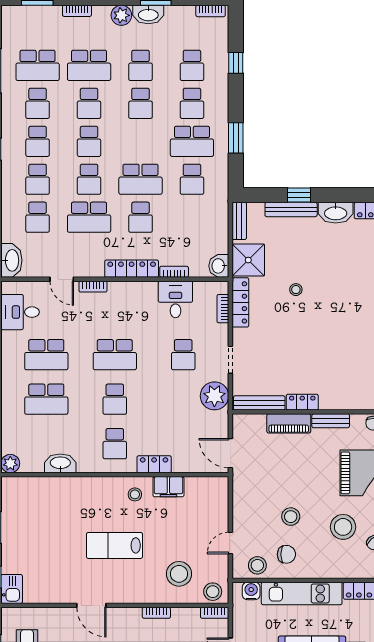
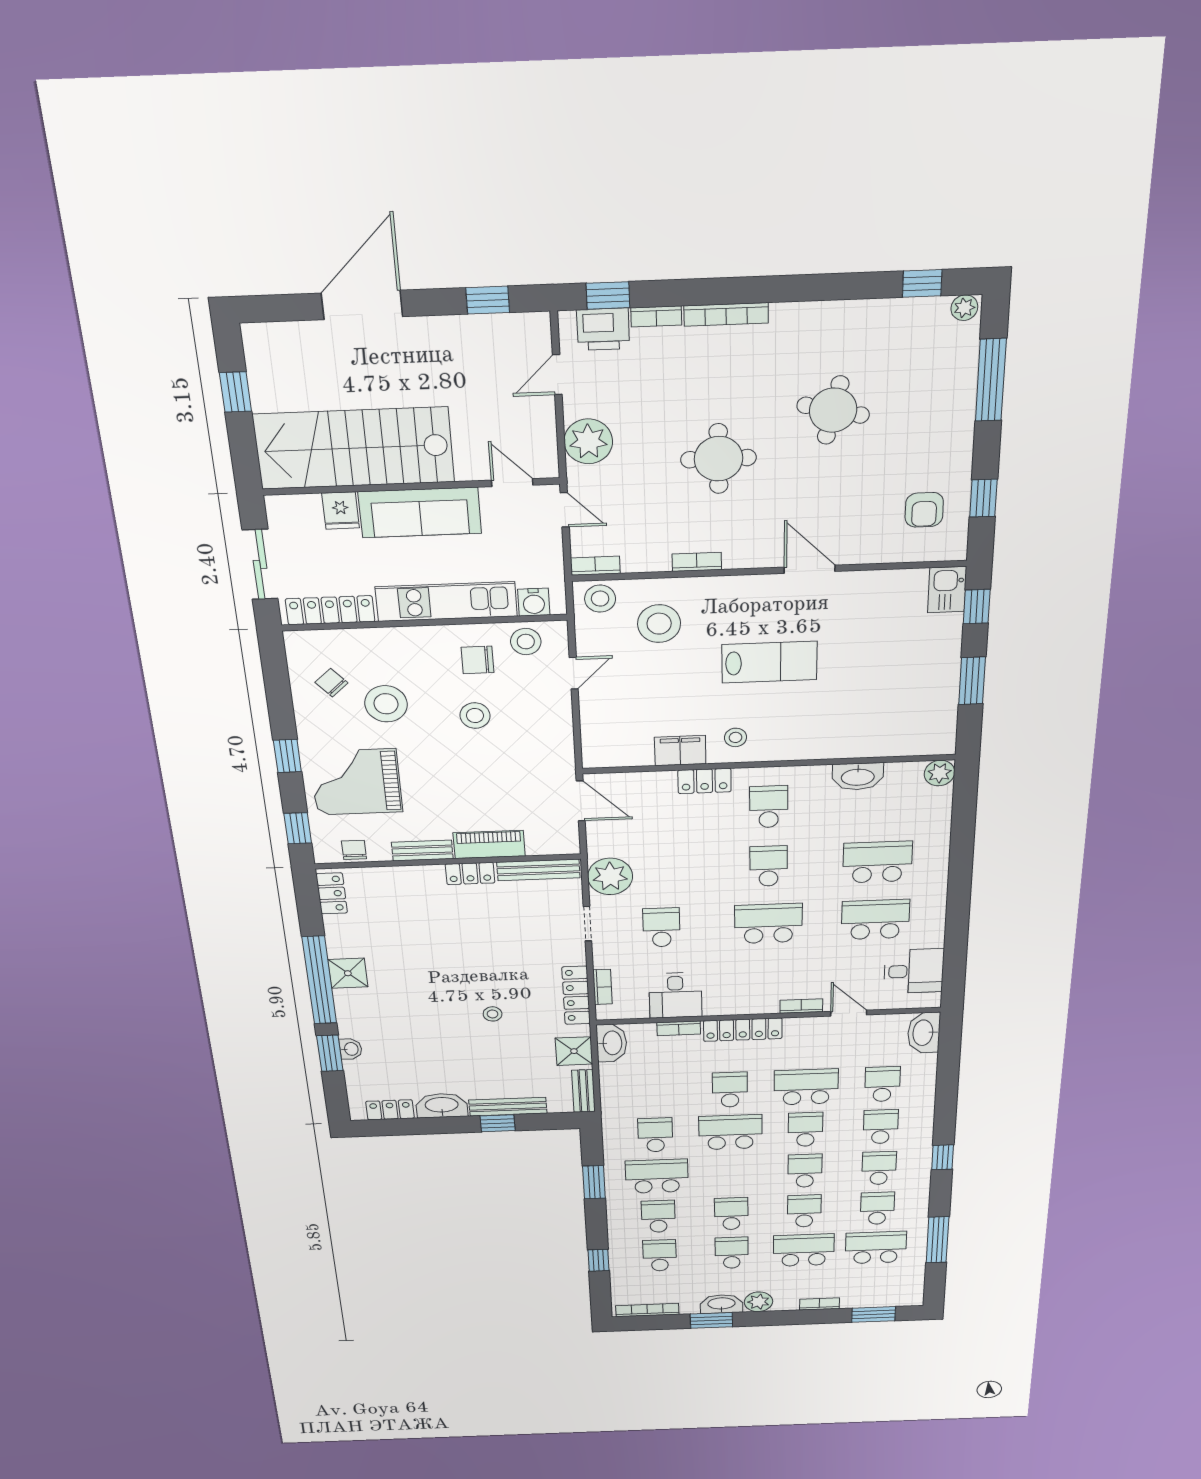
bookcase: (211, 11) -> (647, 1310), width x1.56
shower: (248, 260) -> (574, 1051), width x0.73, depth x0.73
washbasin: (219, 266) -> (612, 1043), width x1.38

